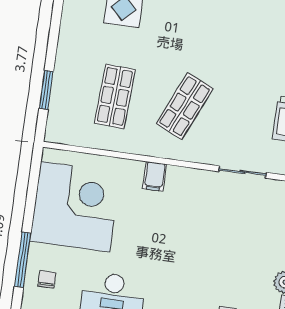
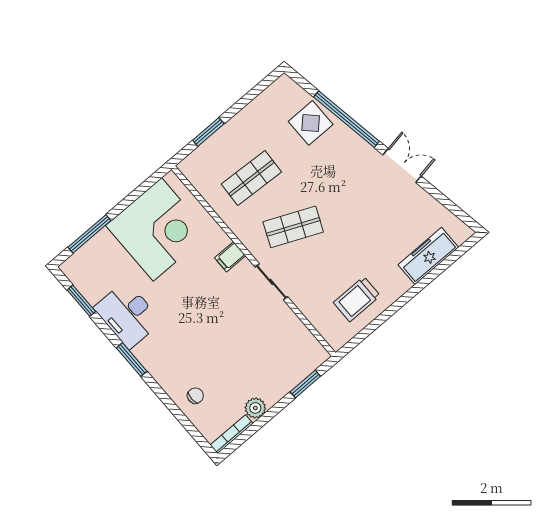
sliding door: (242, 172) -> (271, 282), moved
chair: (47, 279) -> (94, 262), removed

